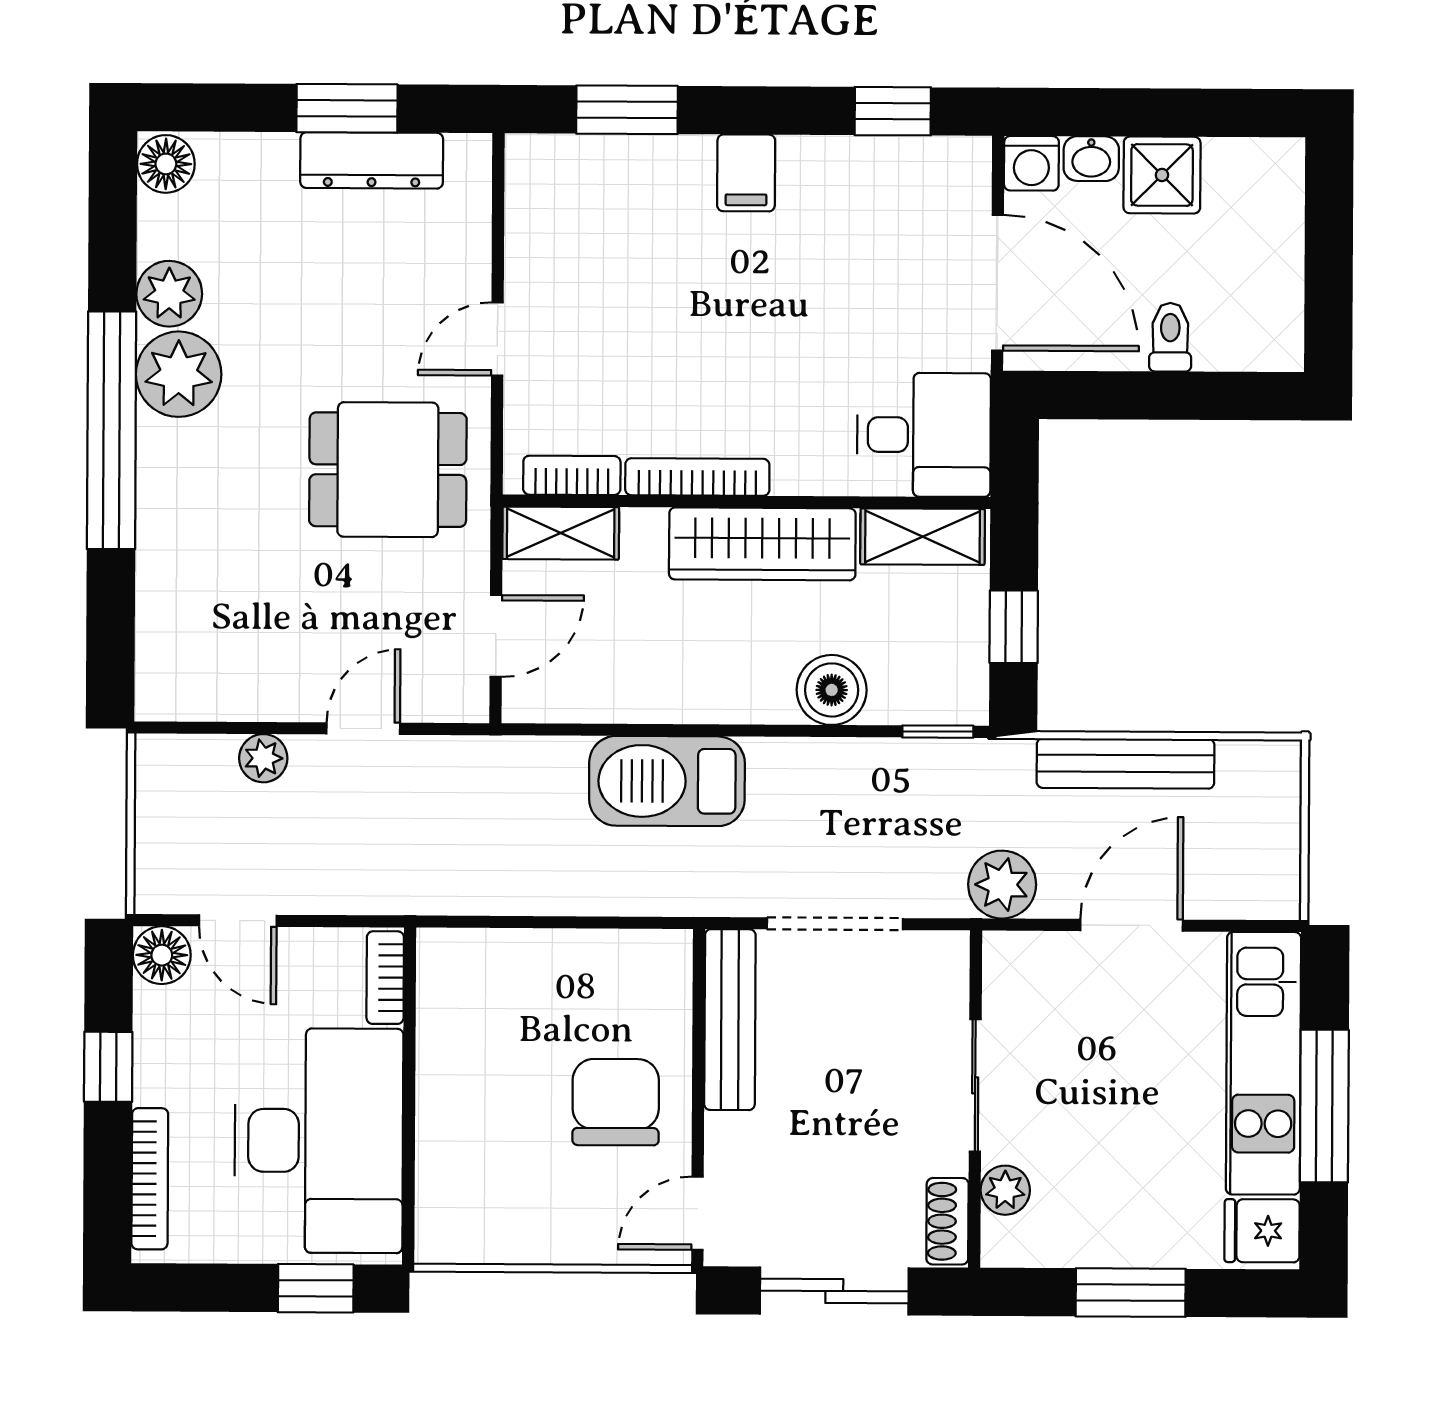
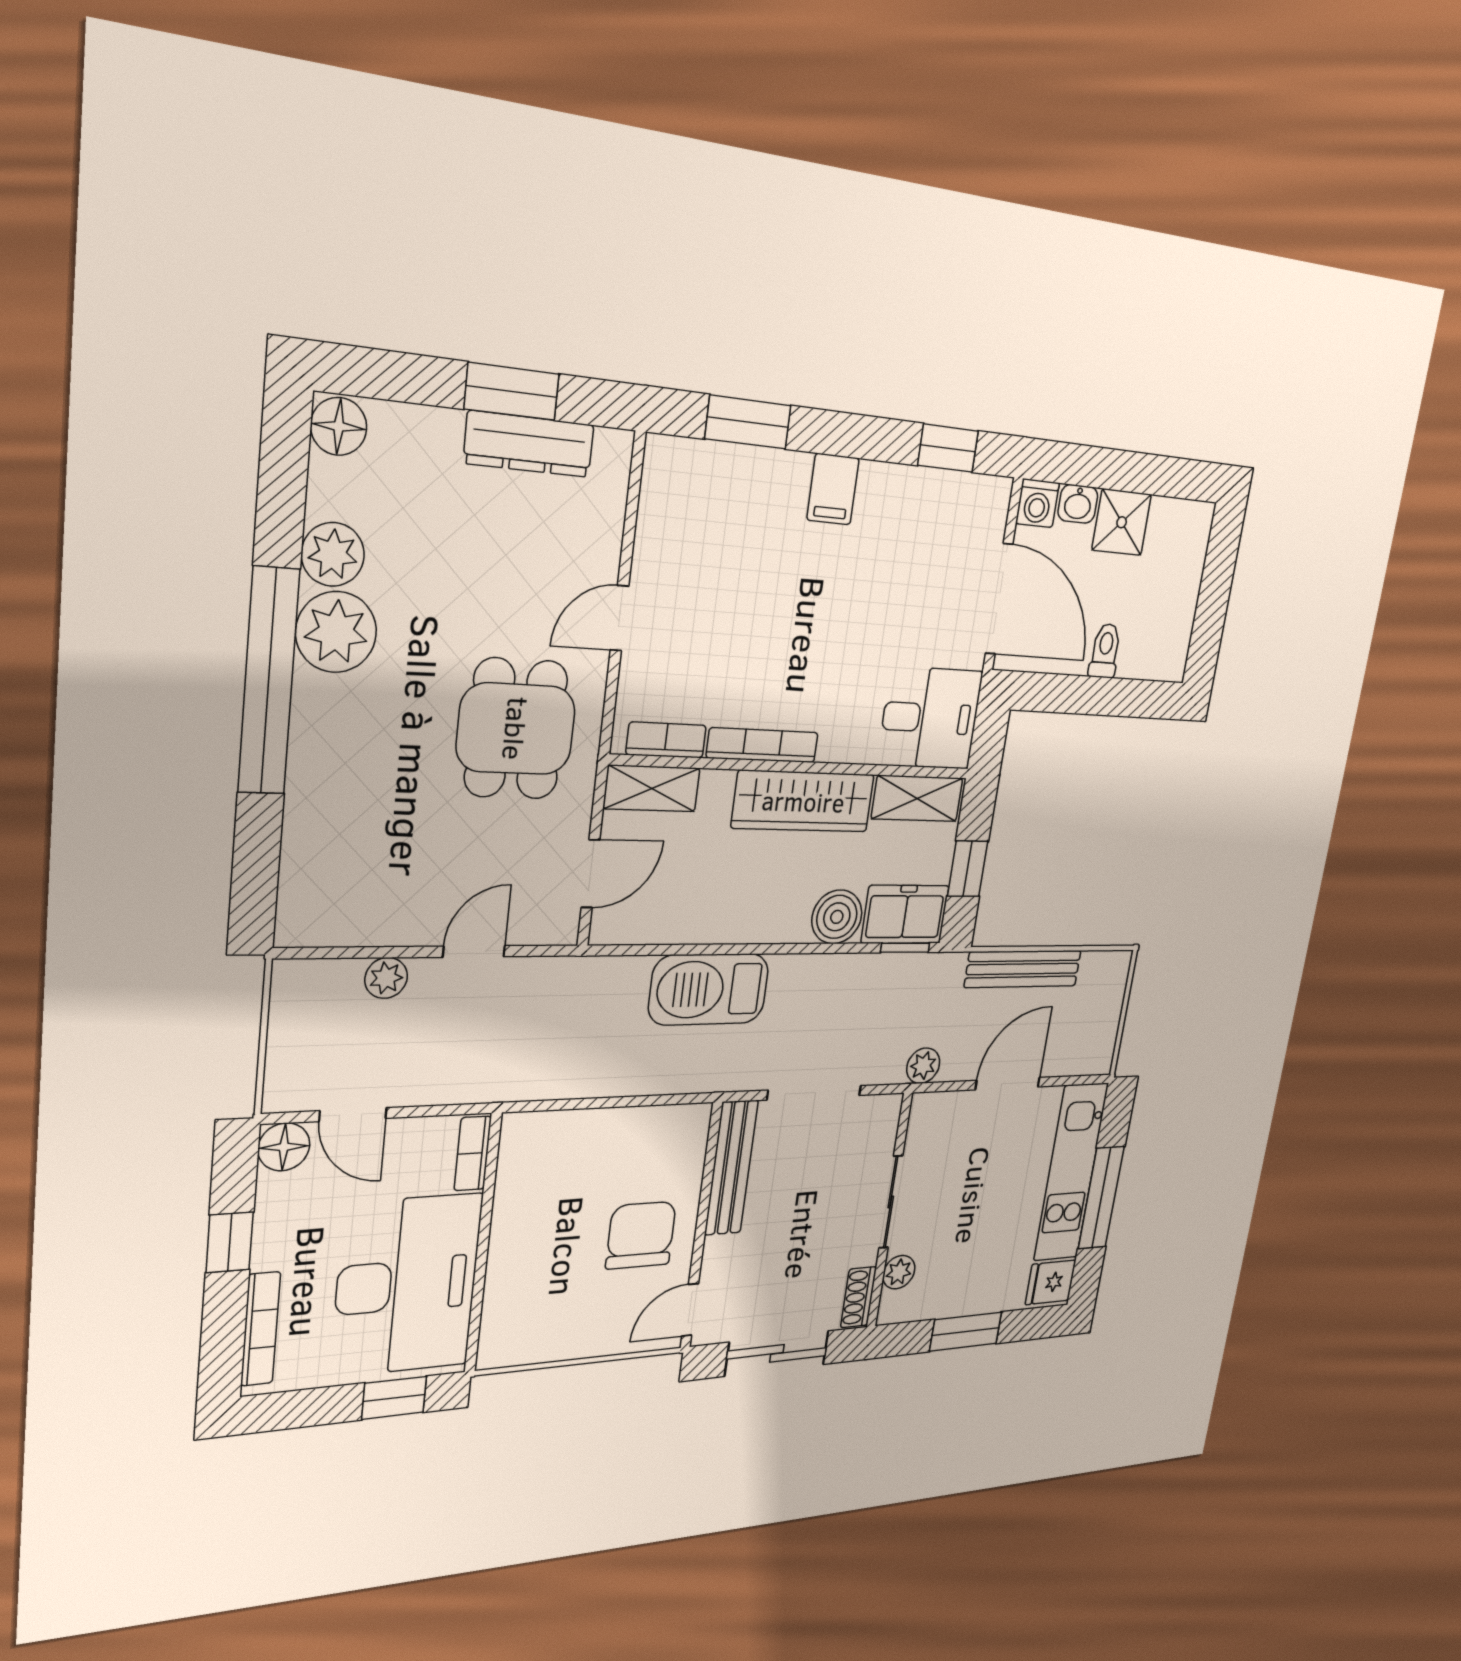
dining table: (388, 470) -> (516, 729), turned 90
freezer: (930, 687) -> (905, 914), added
plant: (1002, 885) -> (923, 1066), width x0.73, depth x0.73

